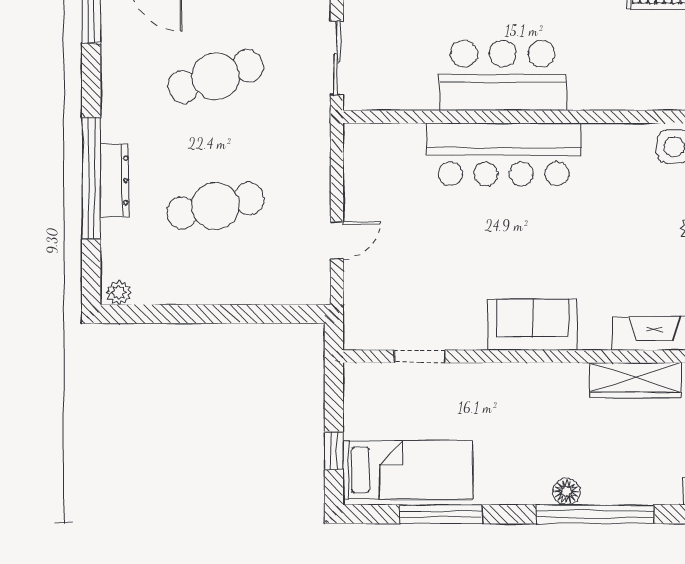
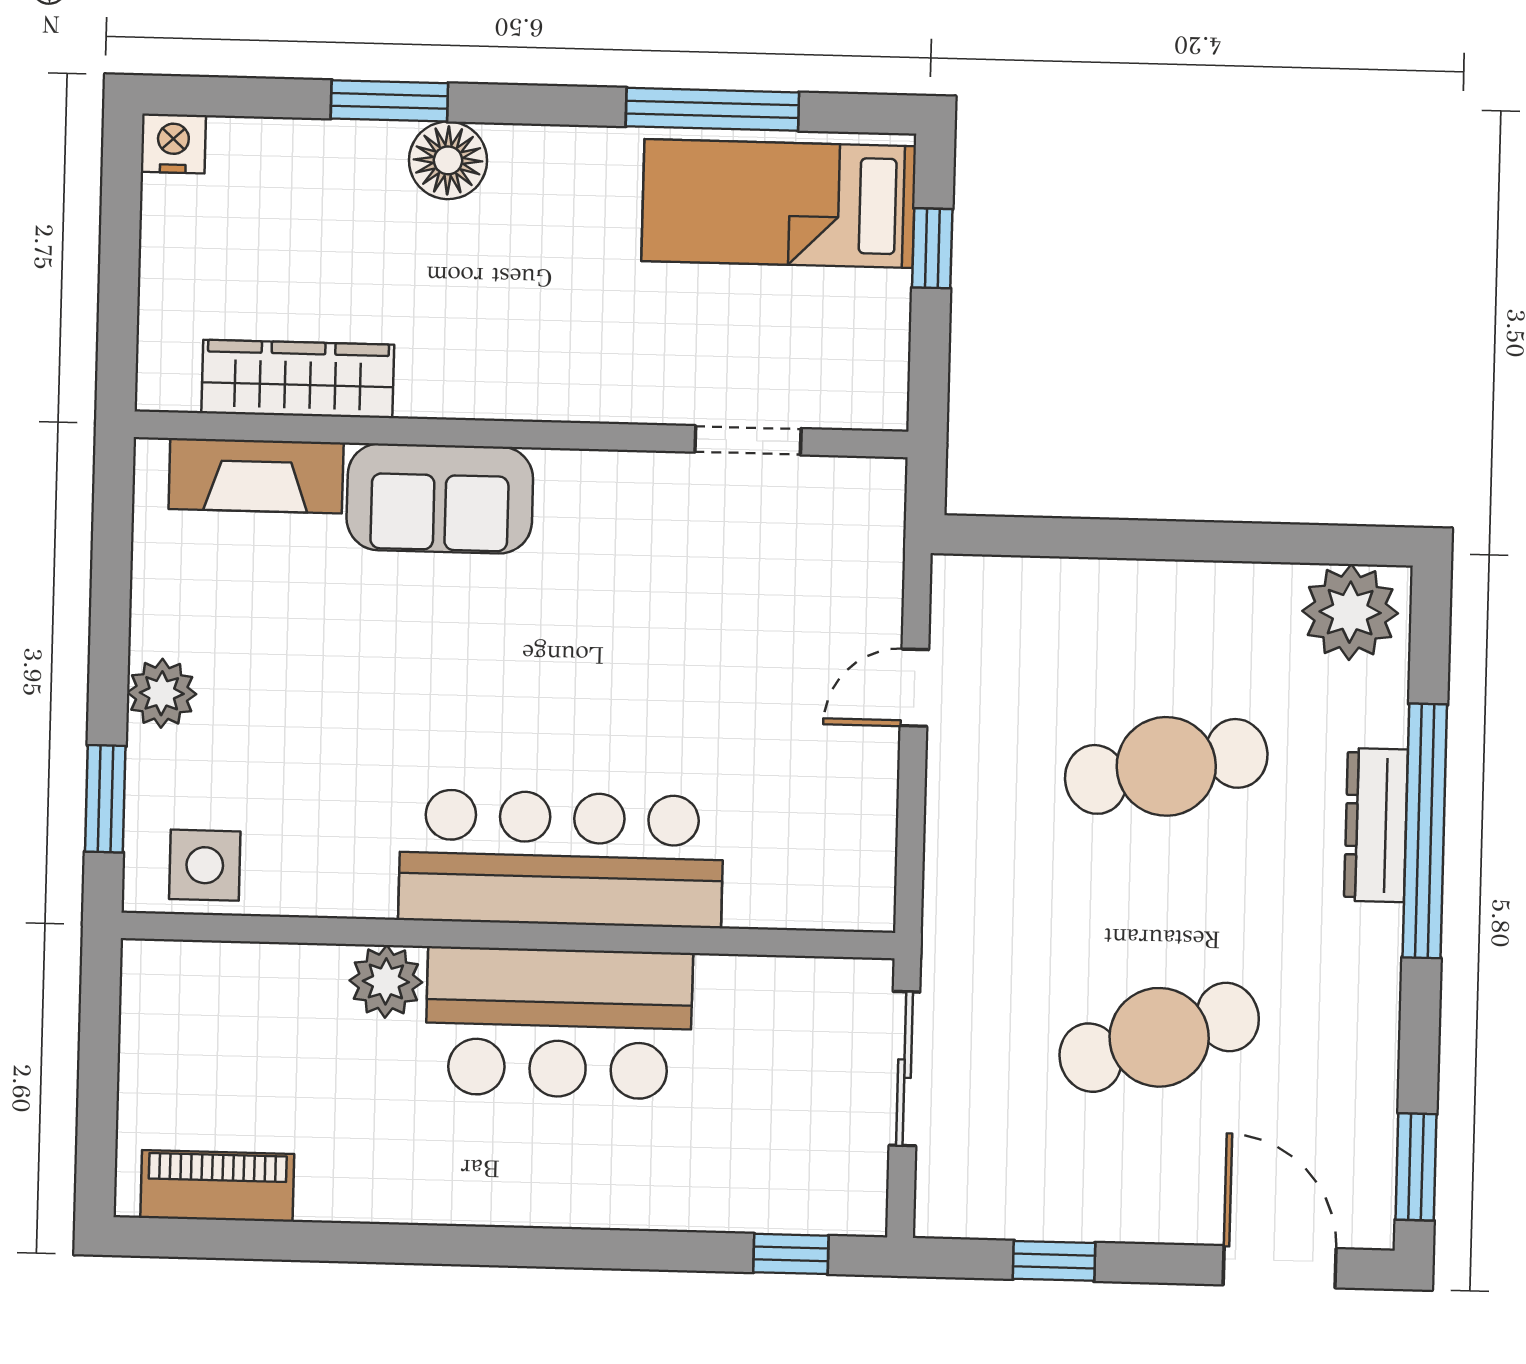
plant: (586, 93) -> (386, 981), added
plant: (119, 293) -> (1350, 612), width x1.88, depth x1.88
sofa: (533, 325) -> (440, 498), moved
floor lamp: (566, 492) -> (448, 160), width x1.38, depth x1.38
window: (595, 514) -> (389, 101), width x0.47

